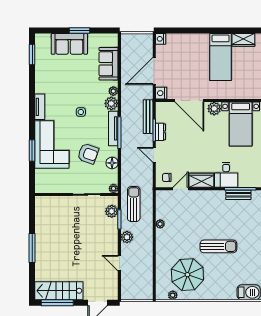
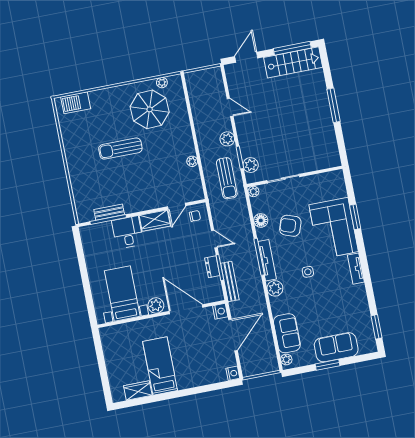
plant: (113, 91) -> (286, 359), moved

